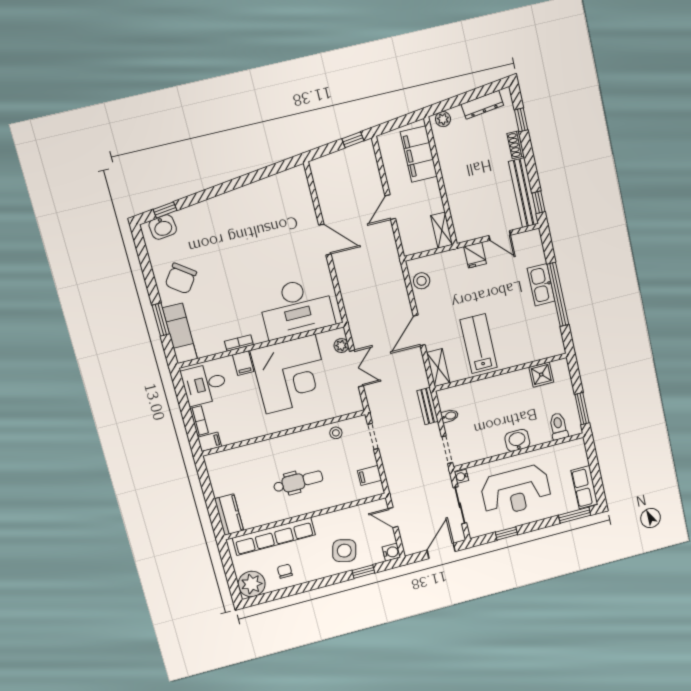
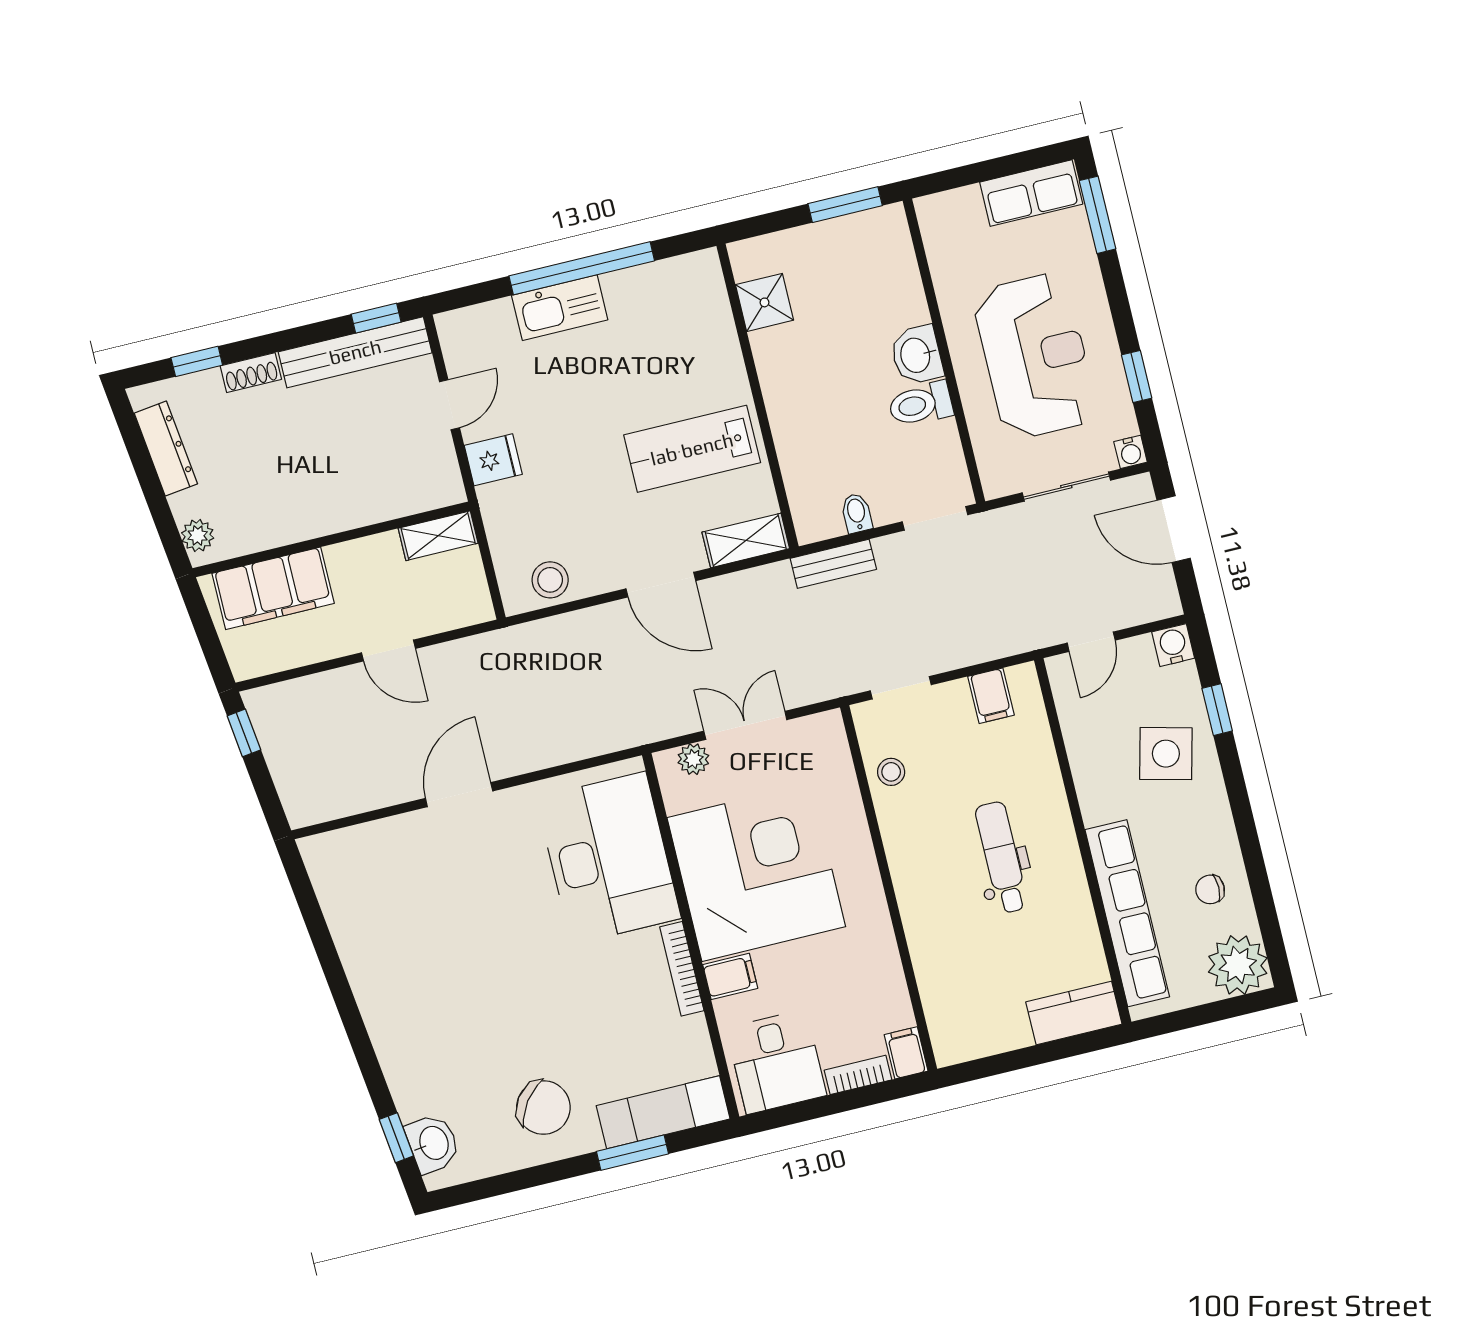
bookcase: (239, 343) -> (682, 969), width x1.56
toilet: (558, 426) -> (921, 404), moved
water cooler: (461, 476) -> (1131, 452), moved

